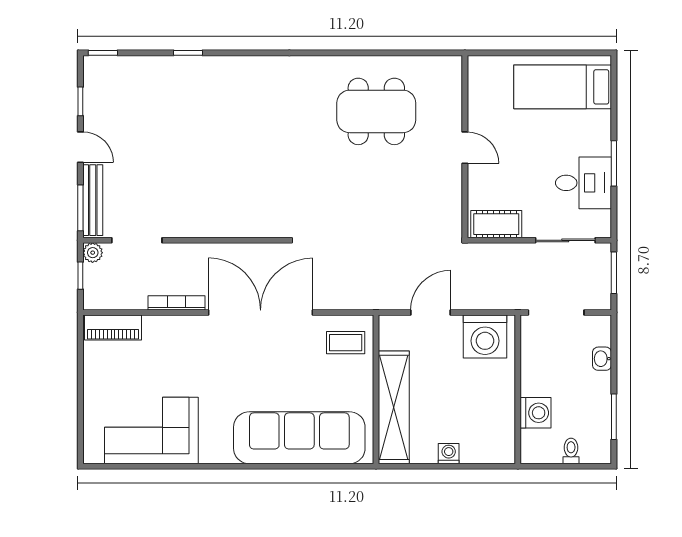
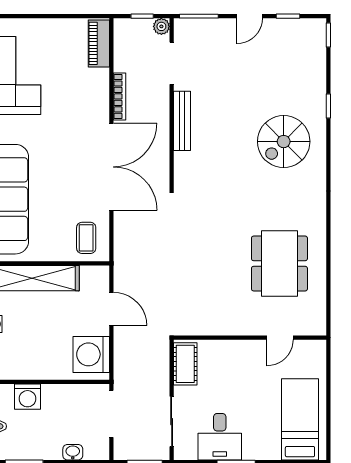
spiral stairs: (230, 106) -> (284, 142), added
door: (465, 148) -> (280, 338), moved
bench: (93, 200) -> (182, 121), moved, turned 90

